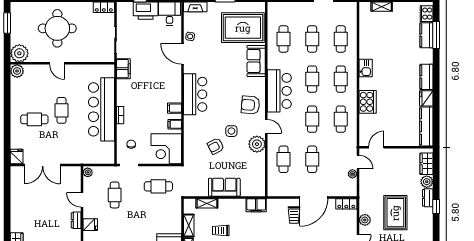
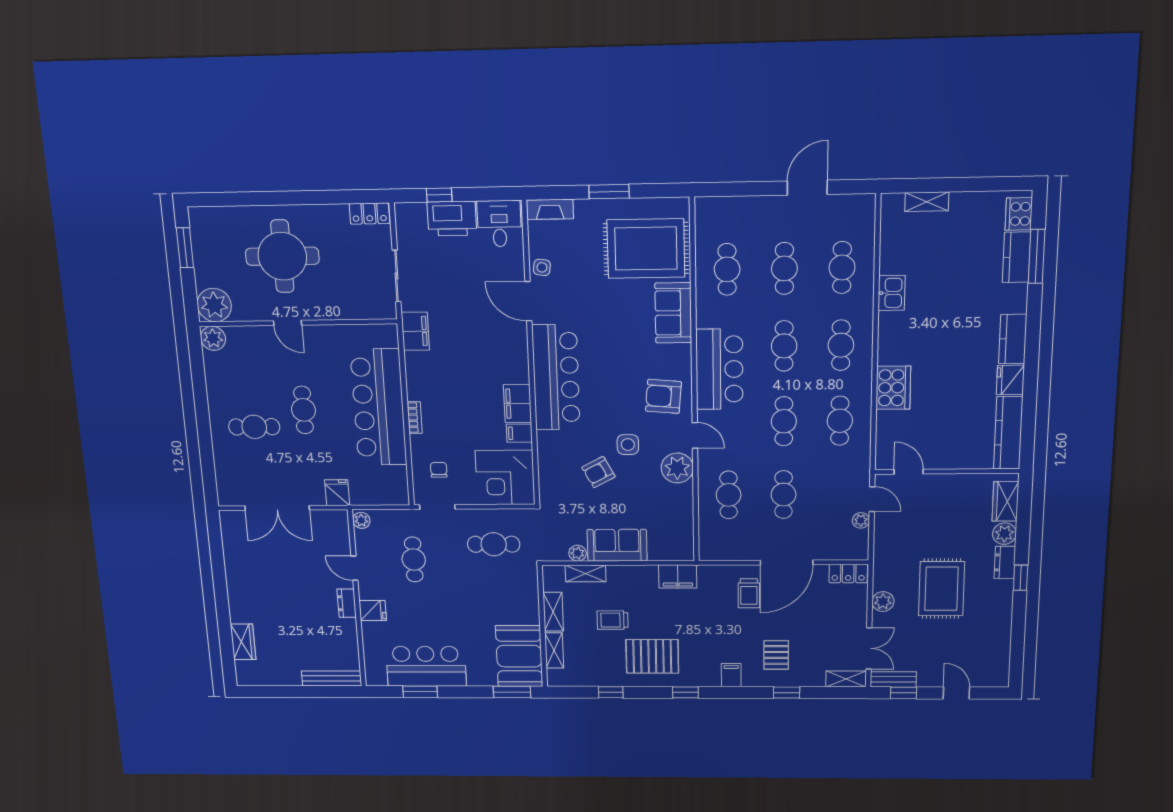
kitchen sink: (366, 68) -> (892, 293), moved
bar counter: (195, 94) -> (556, 377), width x1.36
filing cabinet: (175, 108) -> (518, 404), width x2.00
door: (376, 147) -> (909, 472), hinge flipped
fridge: (17, 157) -> (337, 493), moved
plant: (203, 192) -> (578, 553), added

